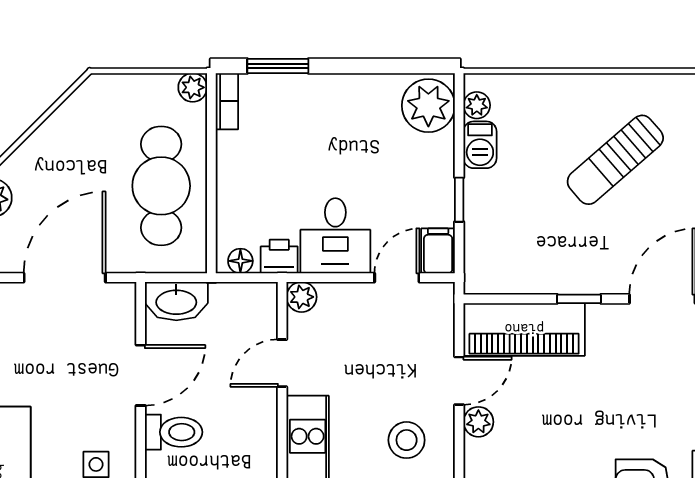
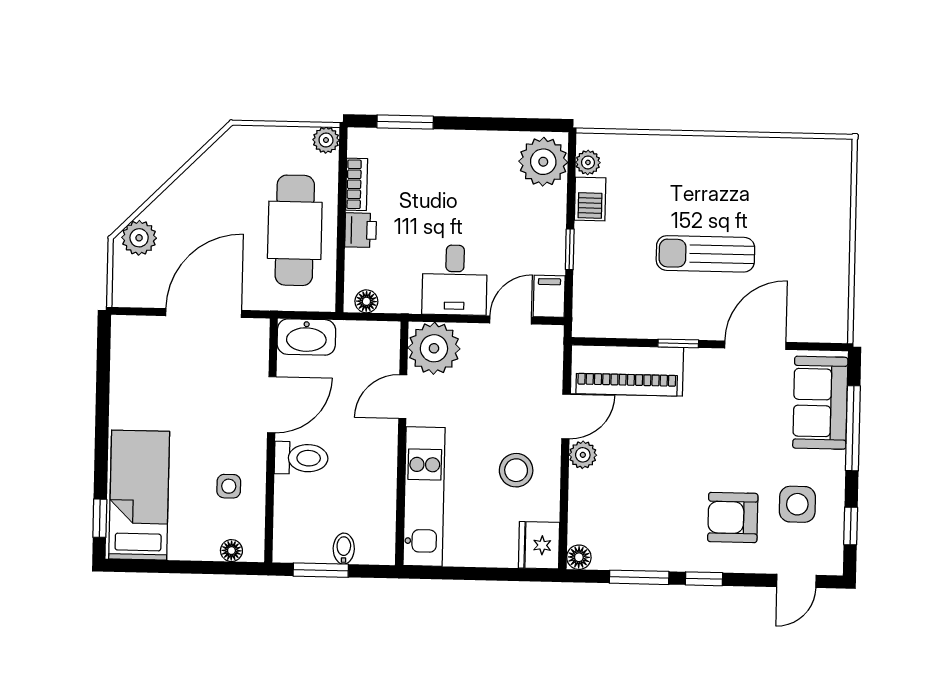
bookcase: (227, 101) -> (357, 184), moved
sun lounger: (615, 160) -> (705, 254), moved, turned 41
printer: (279, 257) -> (361, 230), moved, turned 90
plant: (301, 297) -> (434, 348), width x1.87, depth x1.87

